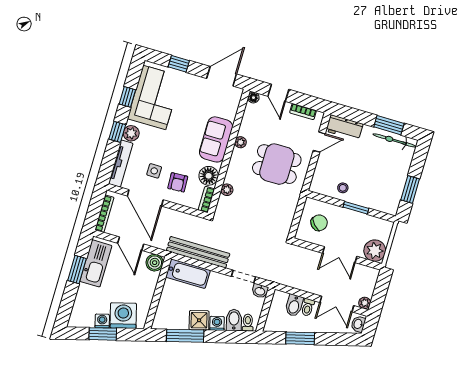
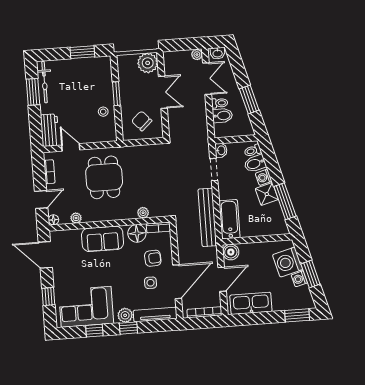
plant: (241, 142) -> (76, 218), moved
window: (77, 269) -> (297, 315), moved

